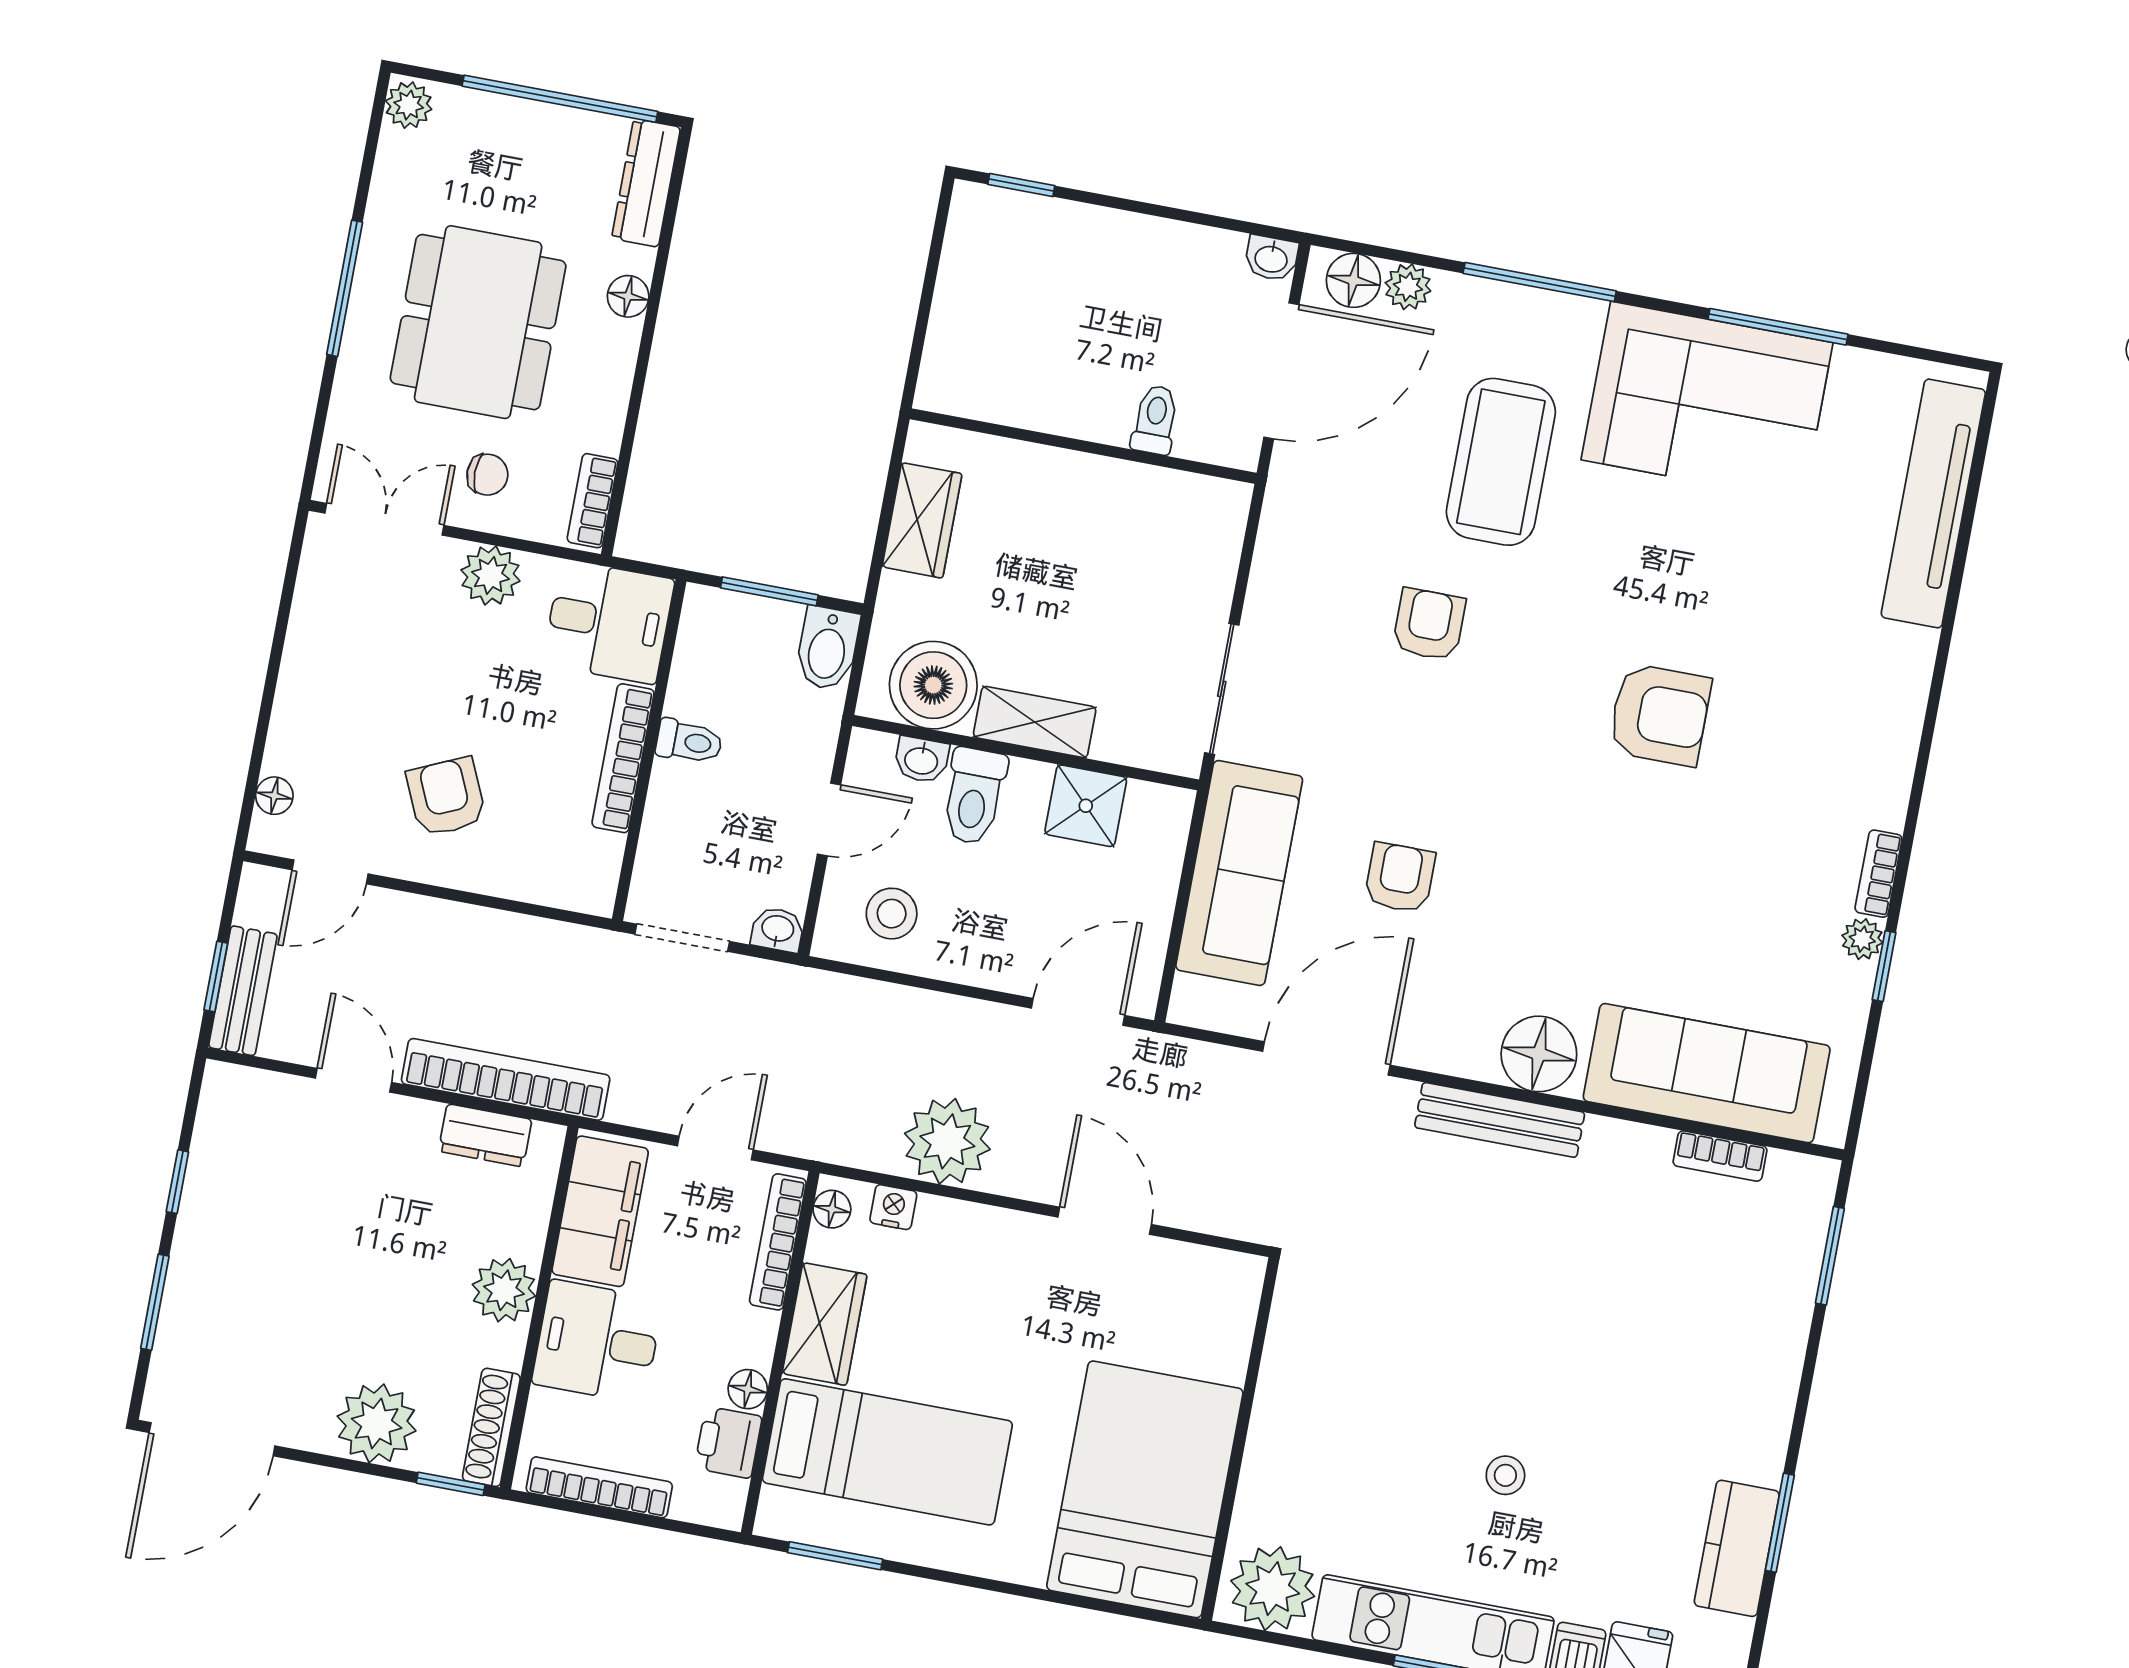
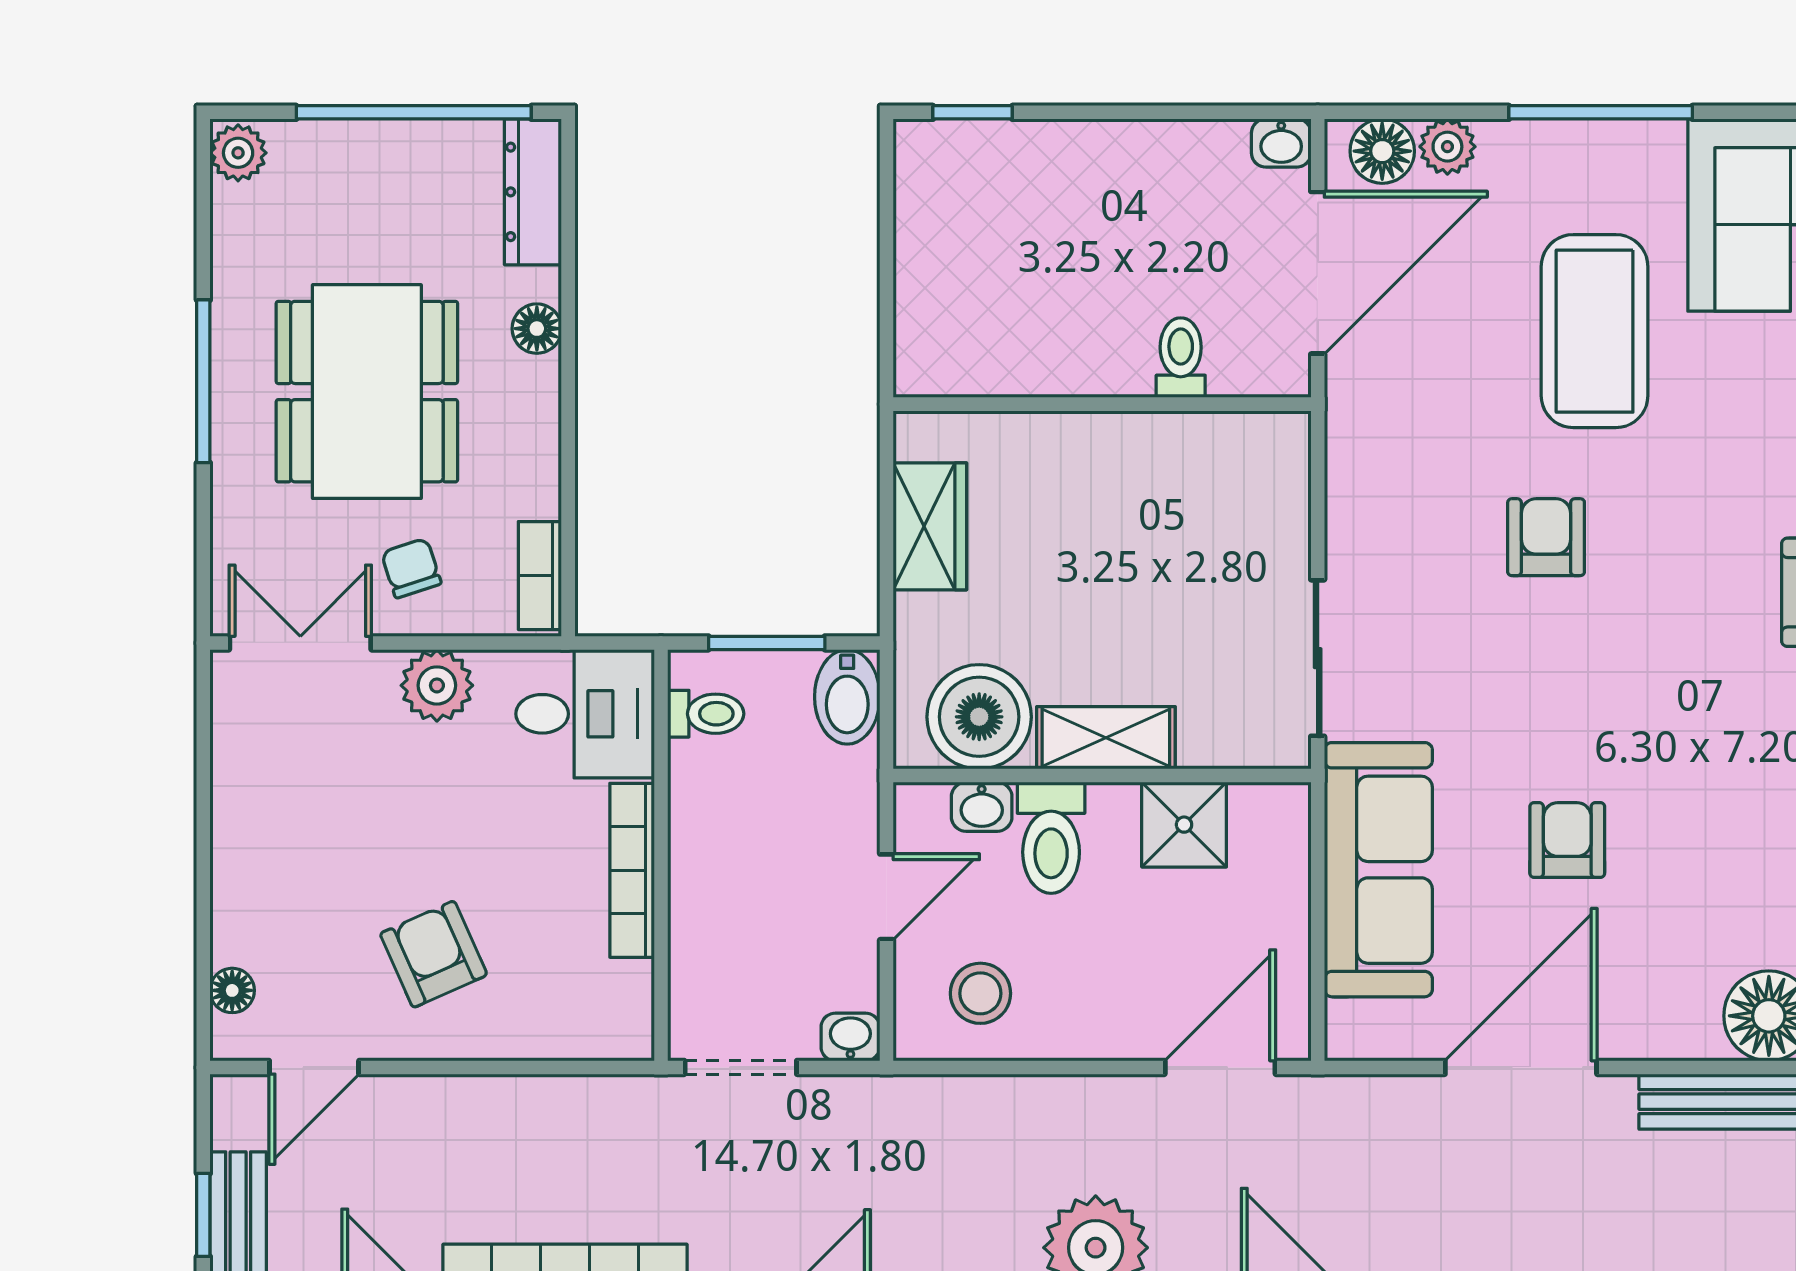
chair: (487, 475) -> (411, 568), turned -108
toilet: (689, 742) -> (706, 714), moved

